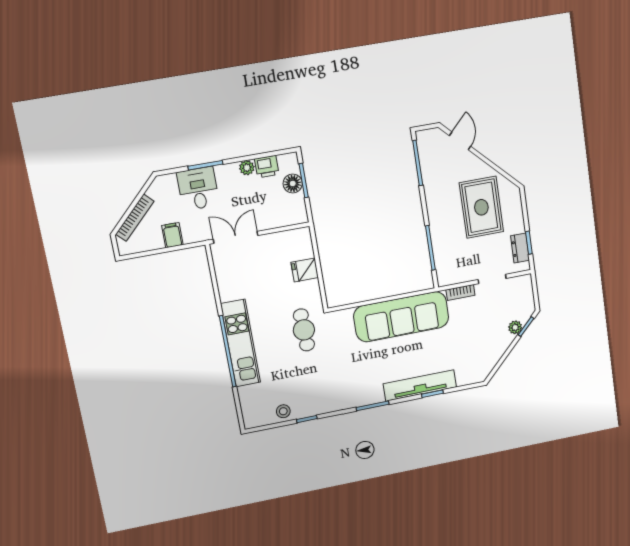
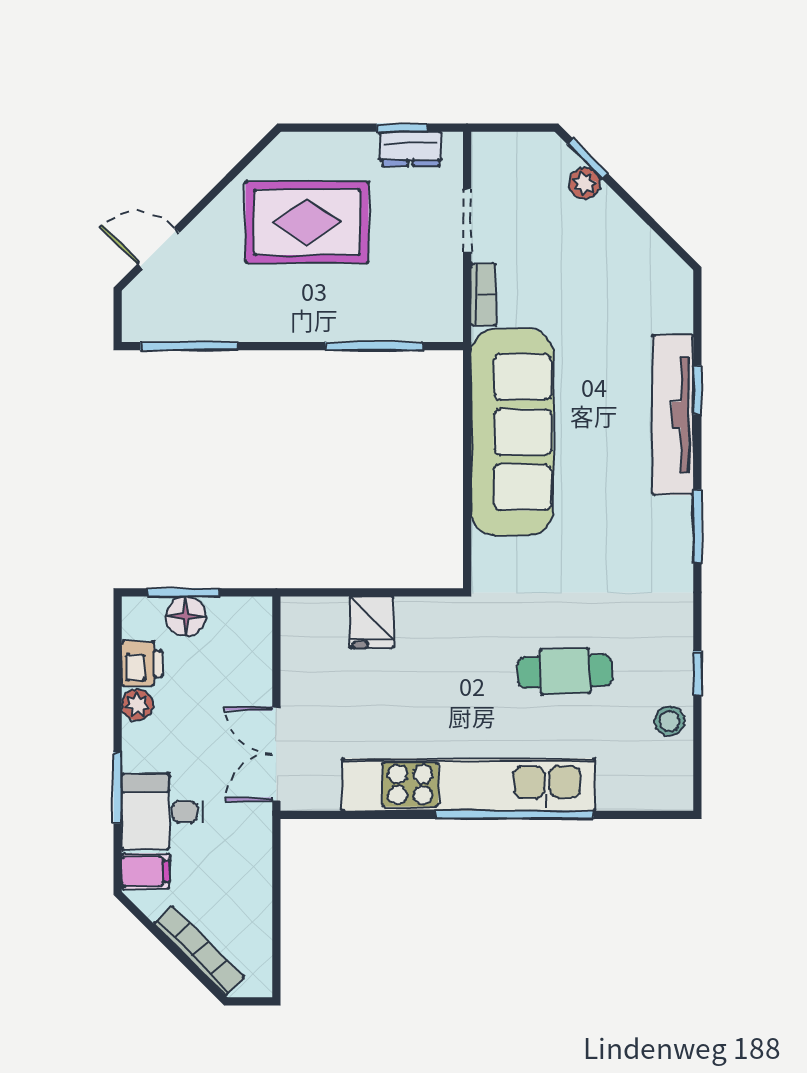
filing cabinet: (172, 235) -> (146, 871), moved, turned 180
cafe table: (304, 330) -> (565, 671), moved
kitchen unit: (241, 343) -> (468, 785), width x1.36

